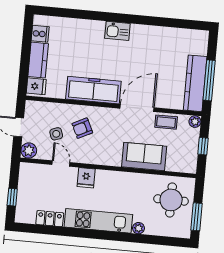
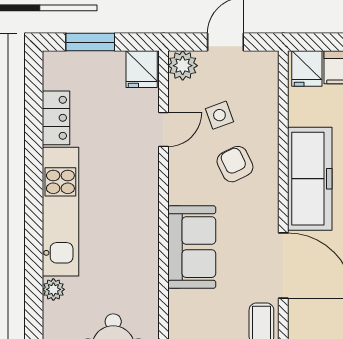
sofa: (144, 156) -> (192, 247), moved
fridge: (86, 178) -> (142, 69), moved, turned -90
window: (12, 197) -> (90, 42), width x1.50

